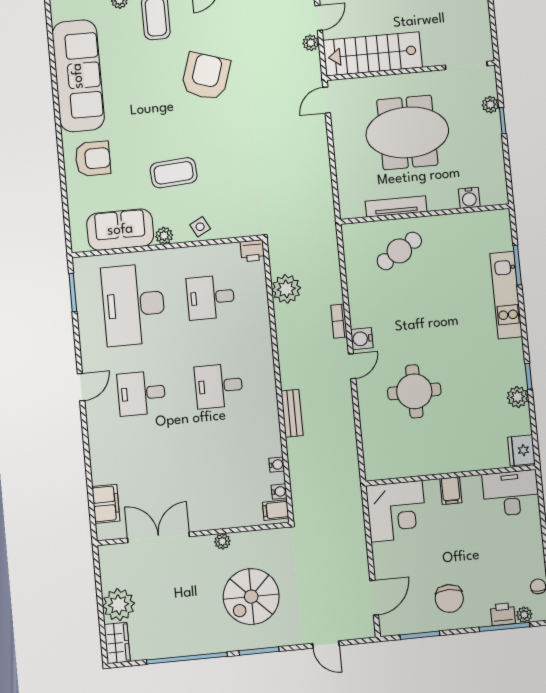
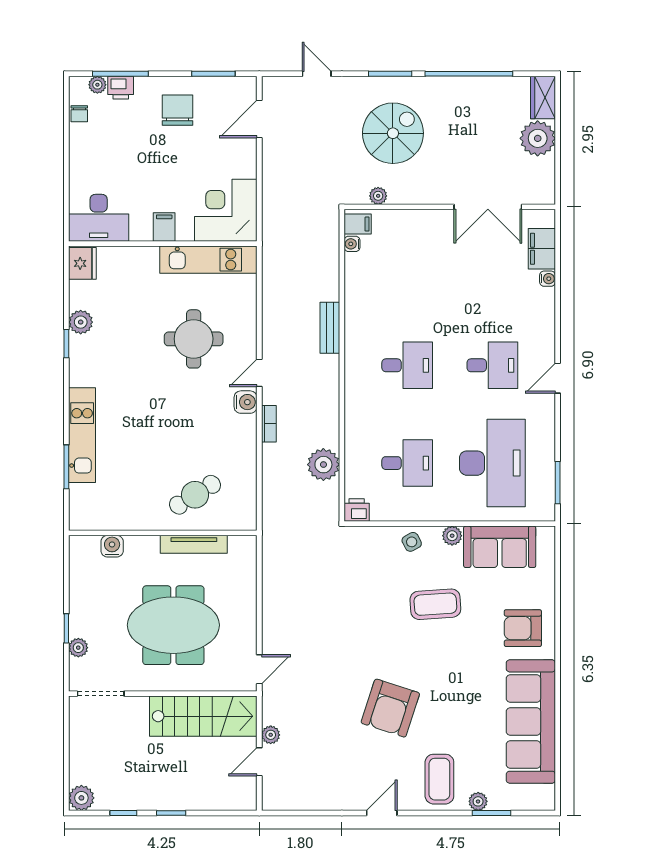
water cooler: (277, 465) -> (548, 279), moved, turned 180
kitchen unit: (408, 465) -> (208, 260), added
plant: (222, 541) -> (378, 196), moved

